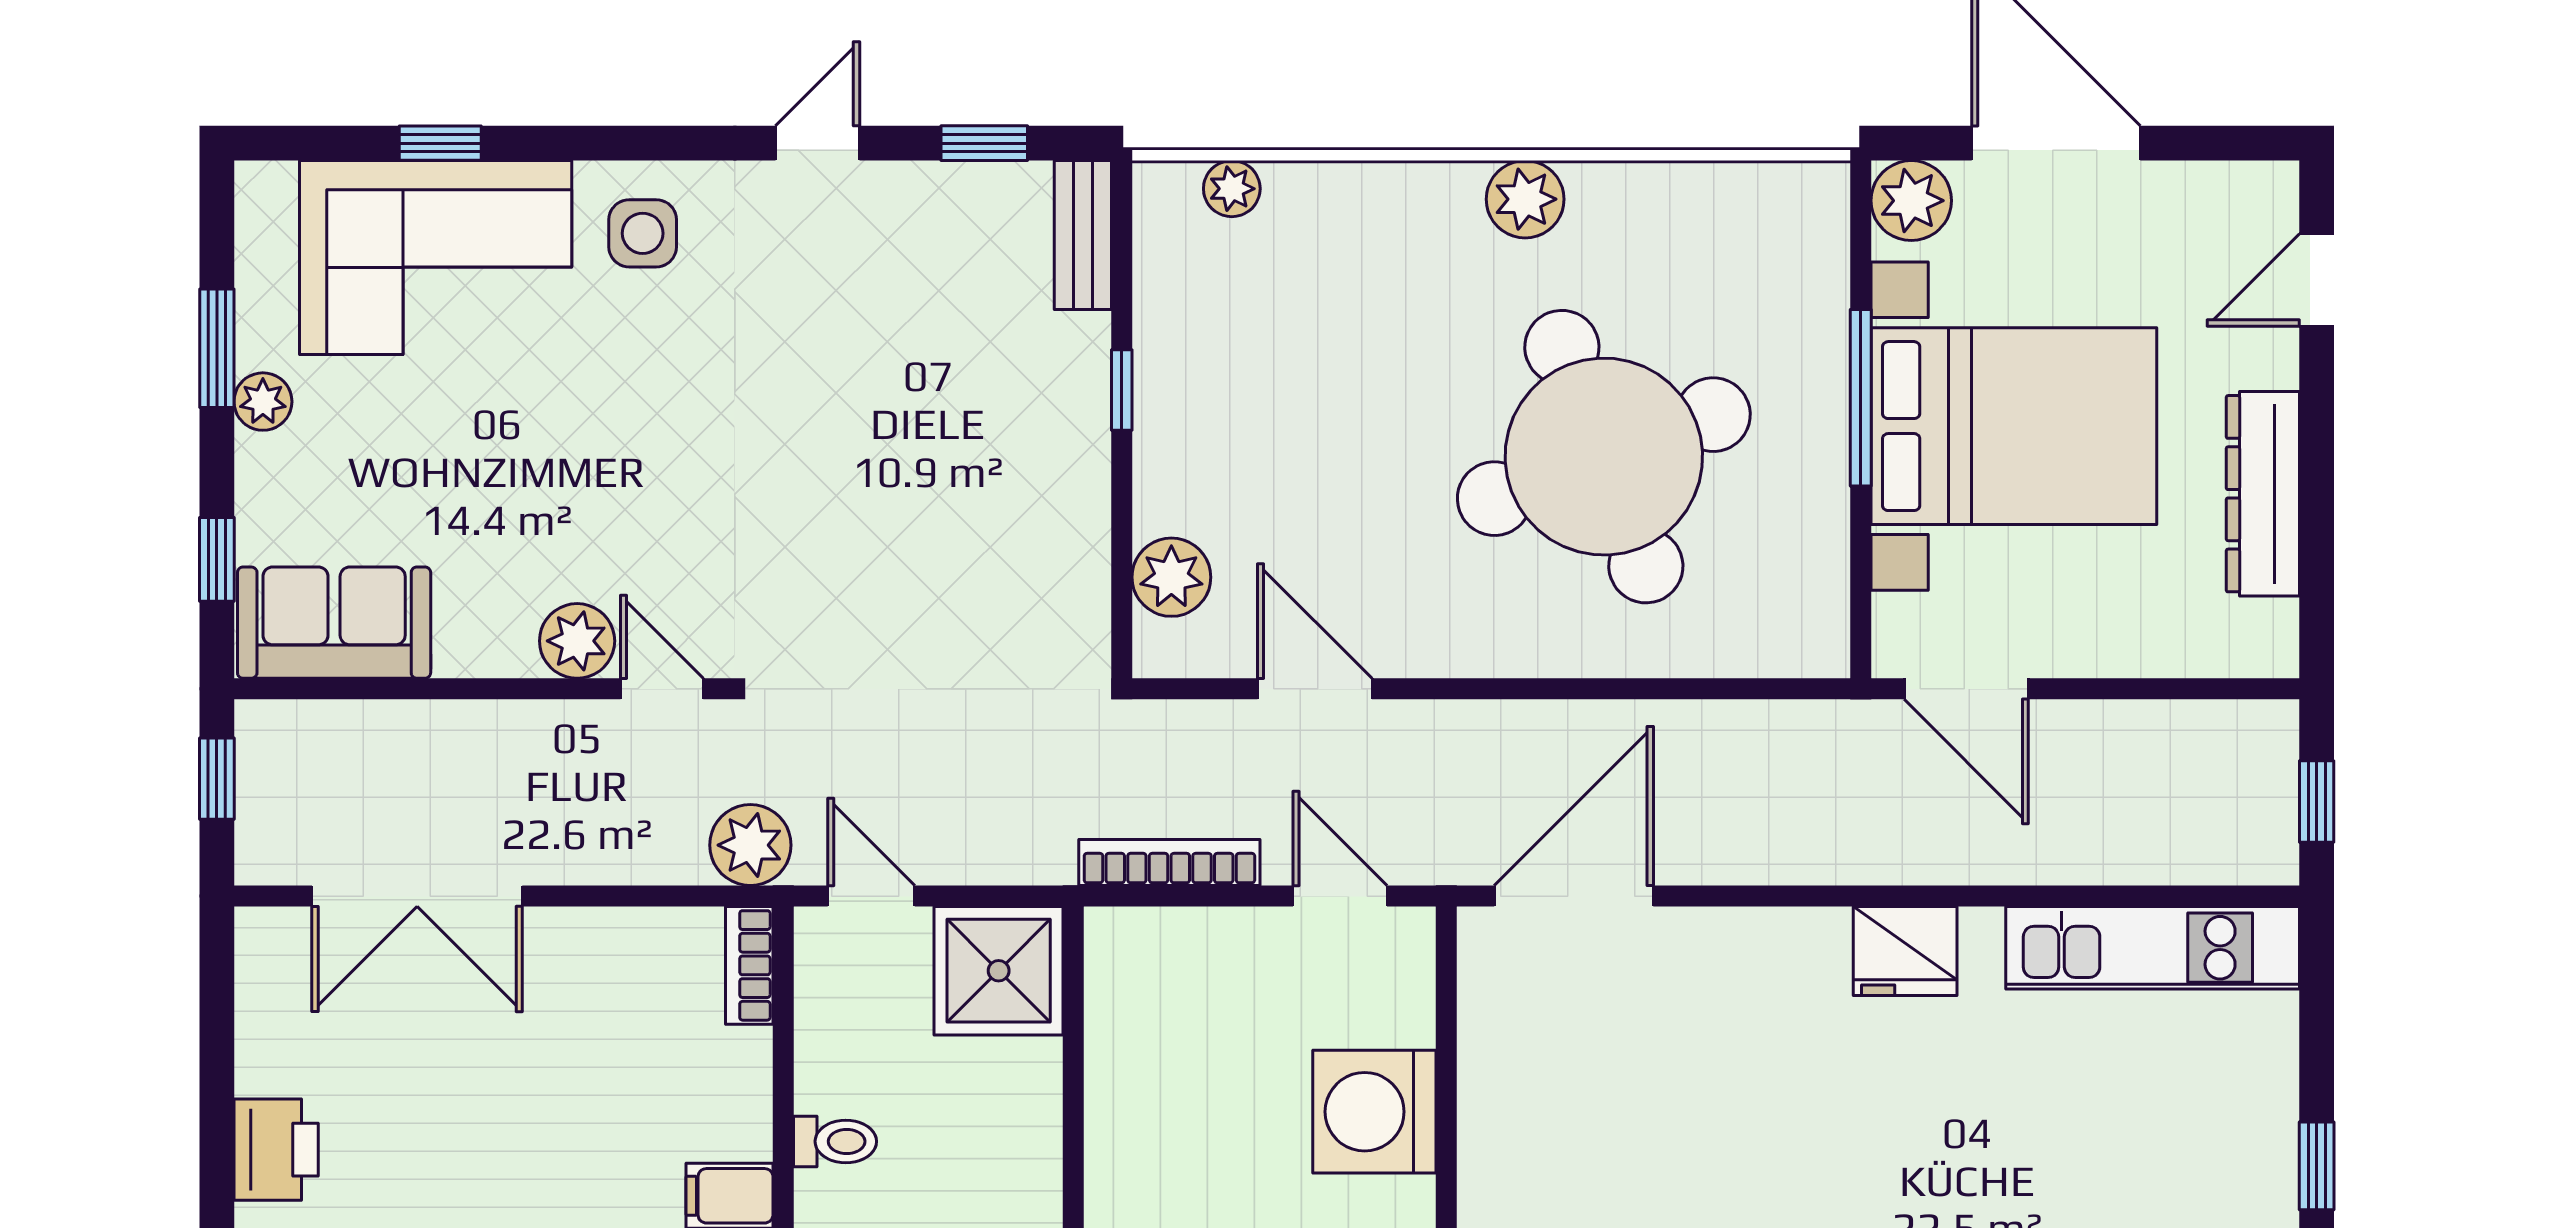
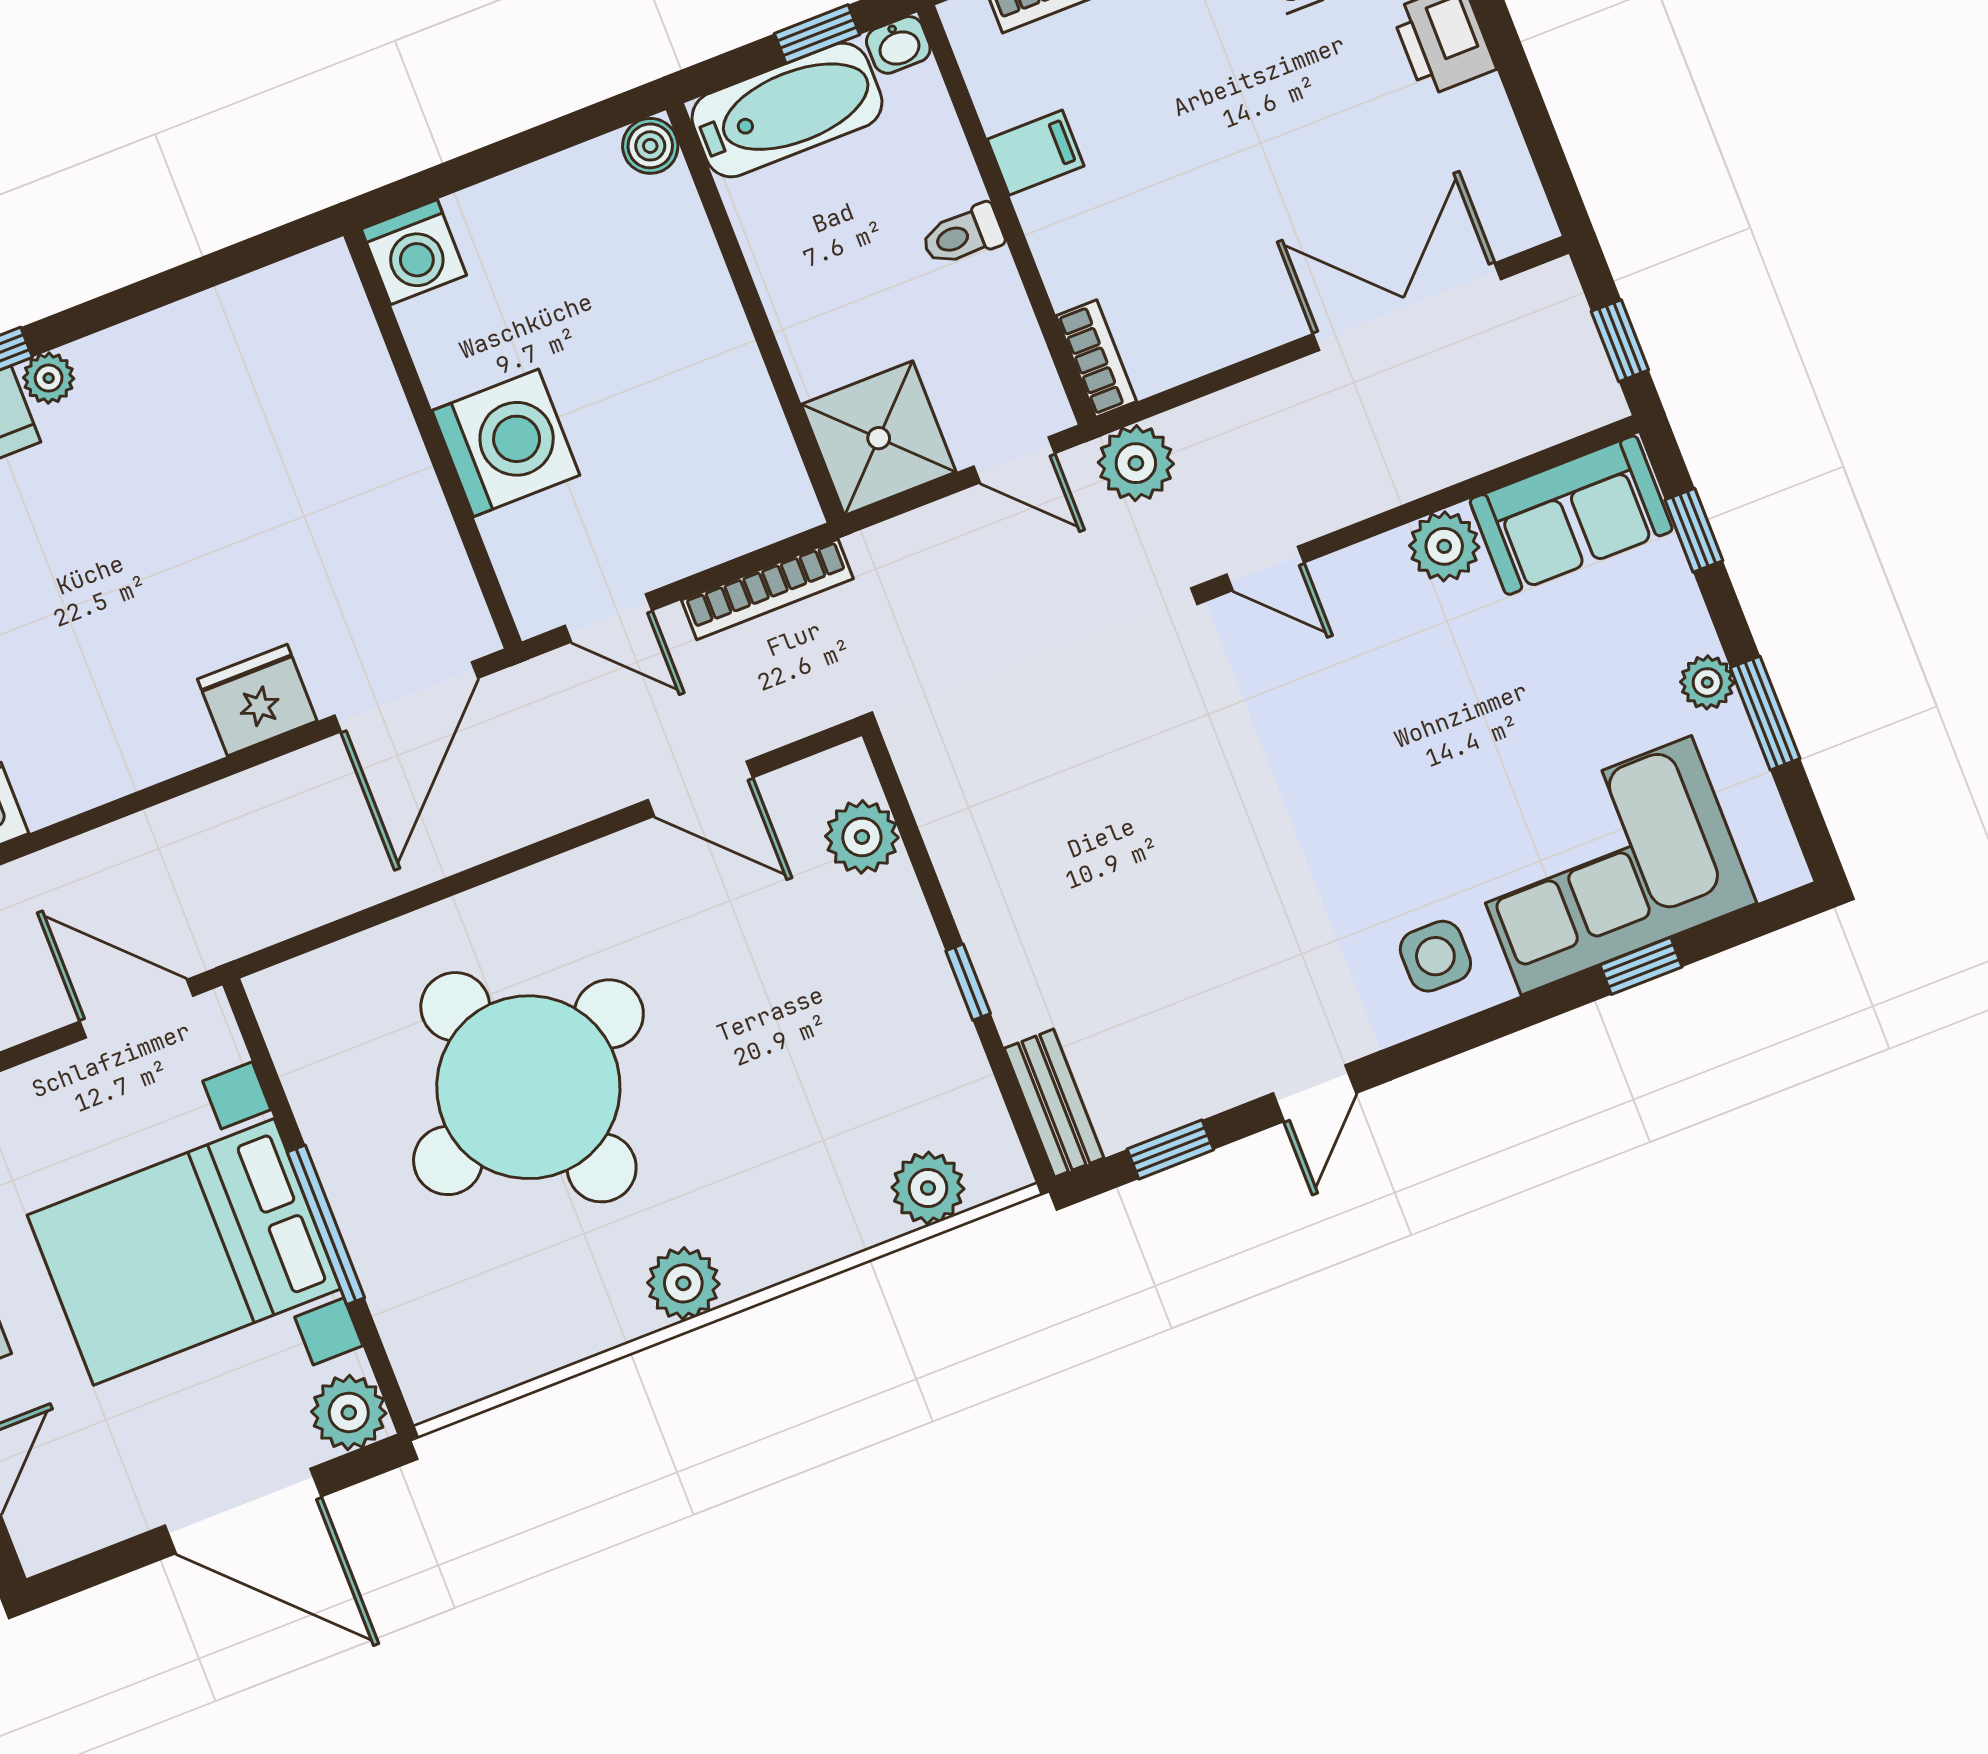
plant: (1232, 189) -> (928, 1188), width x1.38, depth x1.38
plant: (577, 641) -> (1444, 546), moved
fridge: (1905, 951) -> (257, 700), moved

